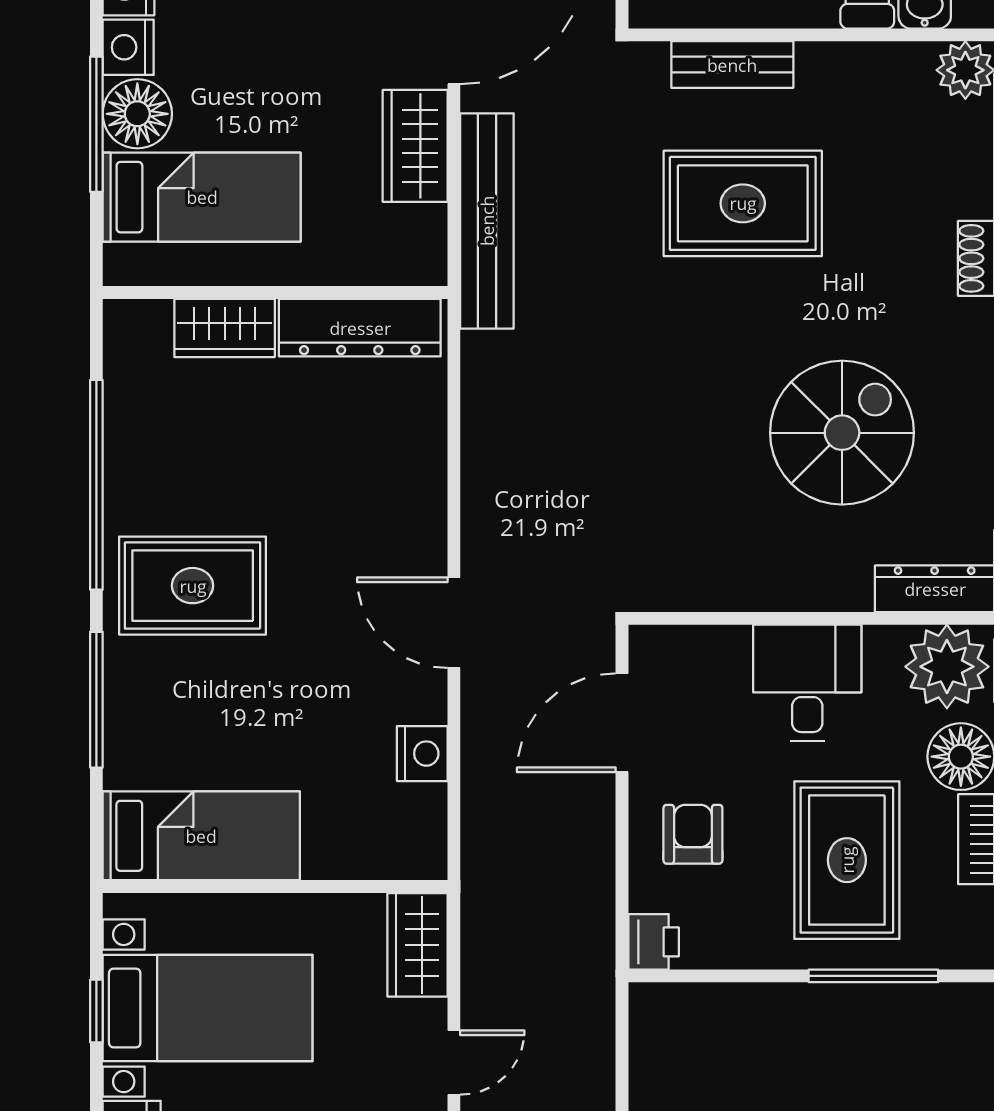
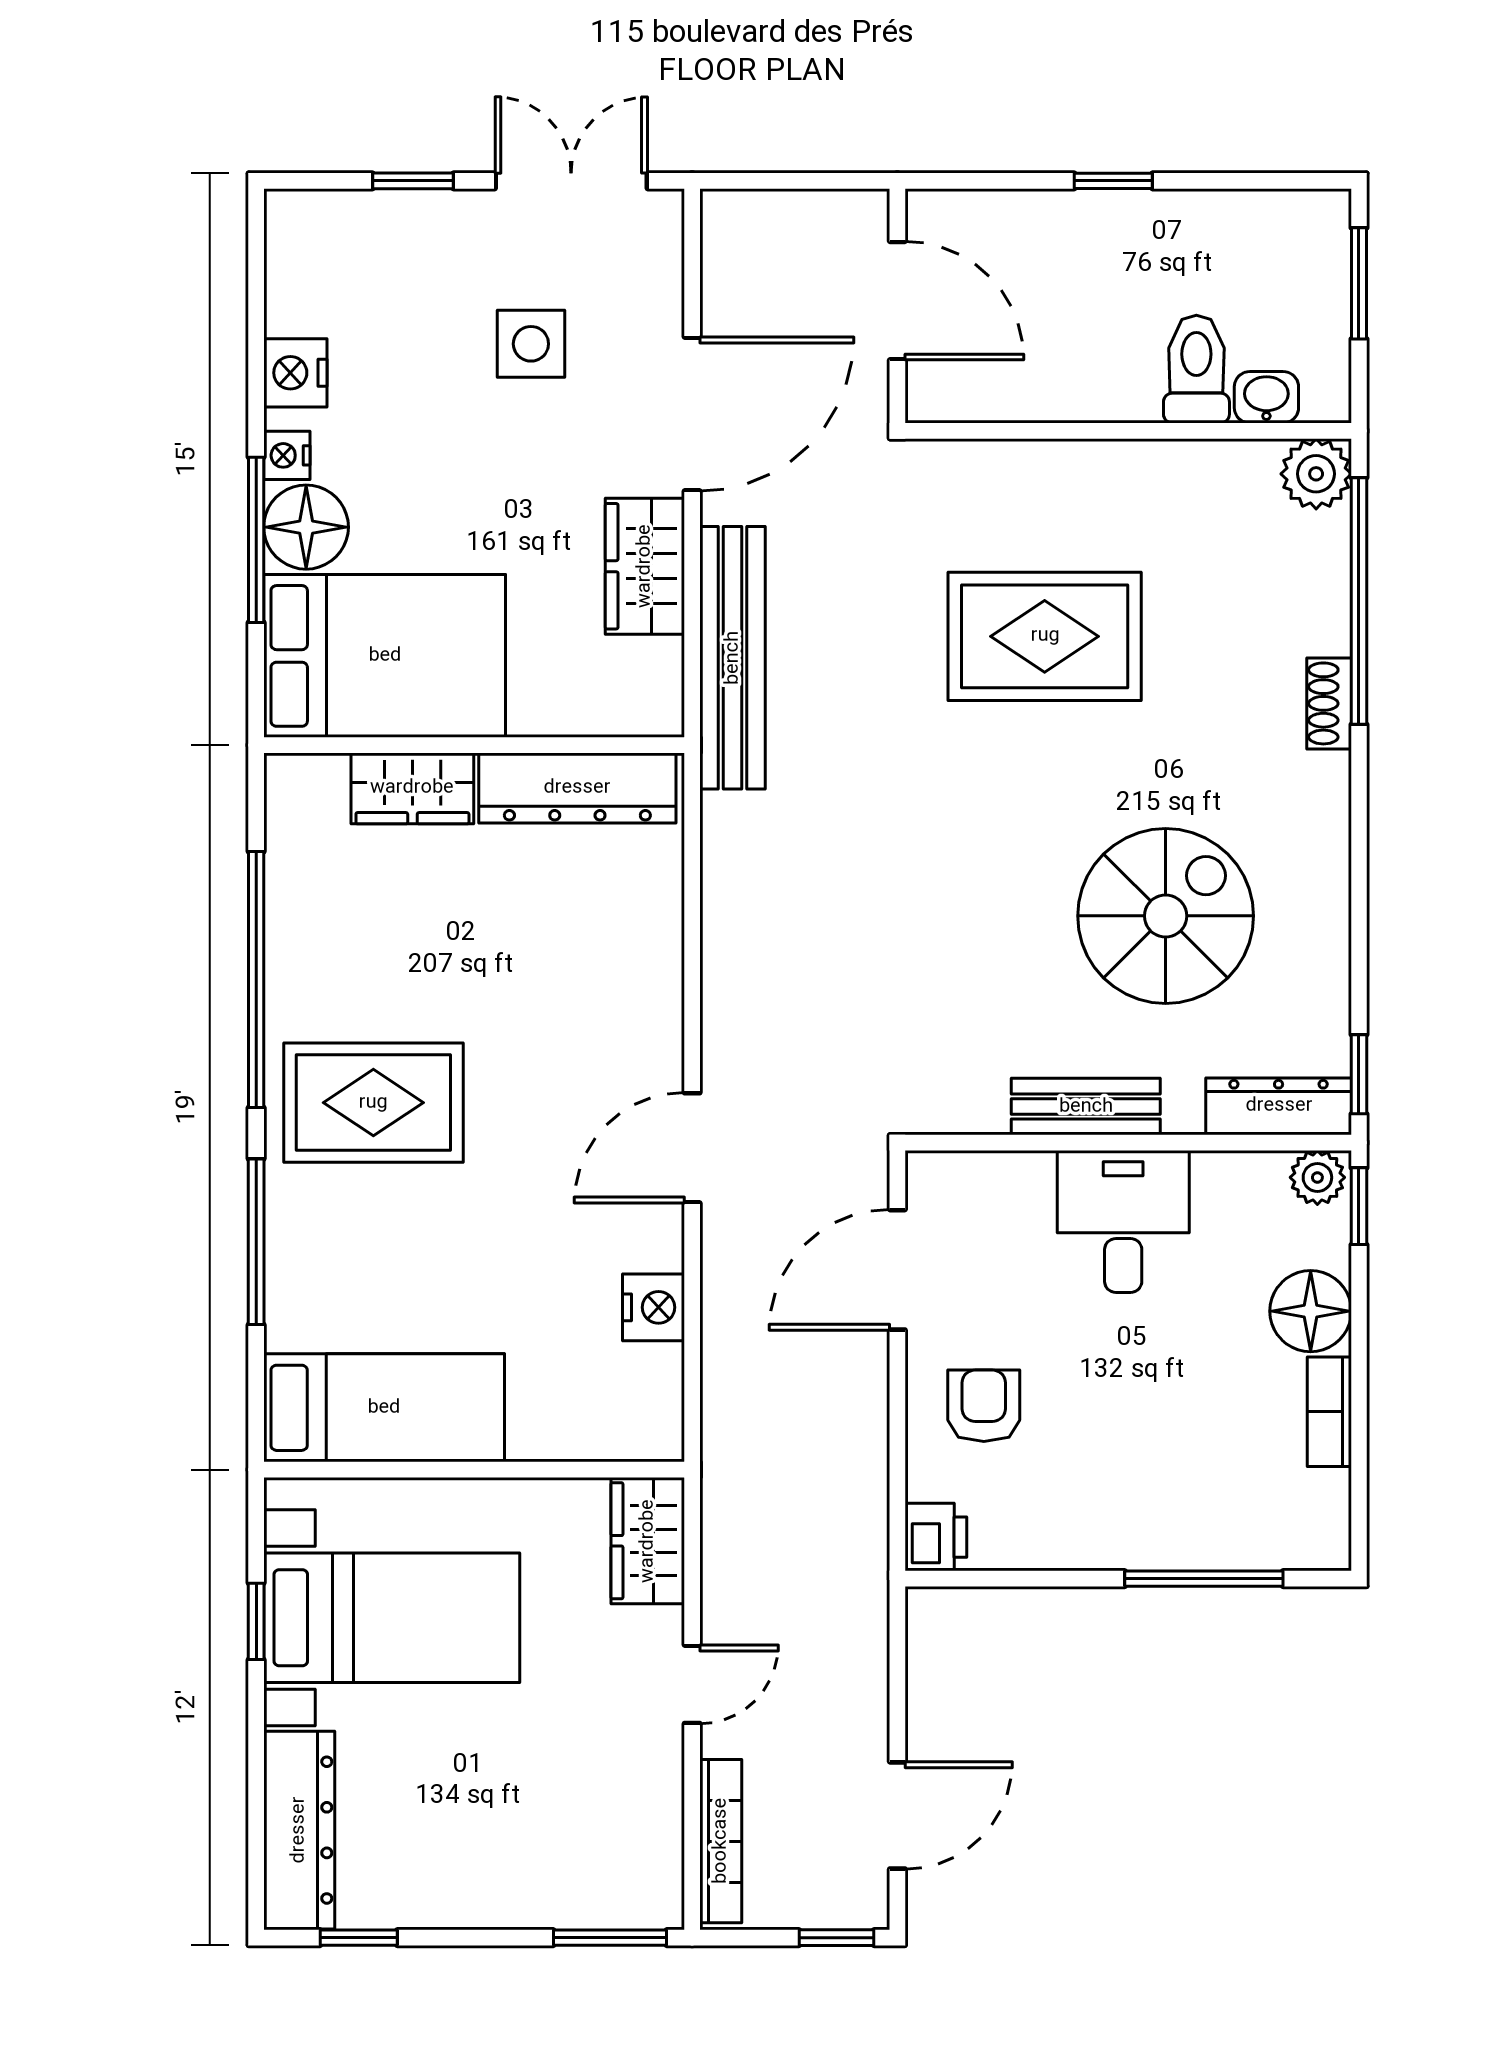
nightstand: (128, 47) -> (287, 455), width x0.72, depth x0.74
bench: (732, 65) -> (1086, 1107), moved
bed: (202, 197) -> (385, 656), width x1.50
door: (454, 623) -> (692, 1148), hinge flipped
plant: (947, 667) -> (1317, 1177), width x0.53, depth x0.53
rug: (847, 860) -> (1172, 1437), removed

